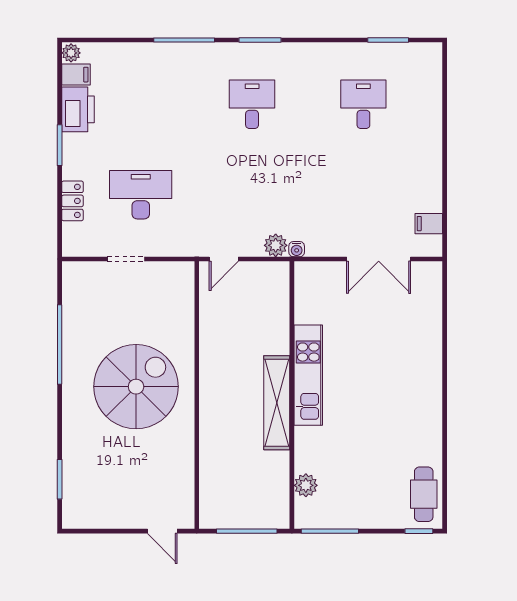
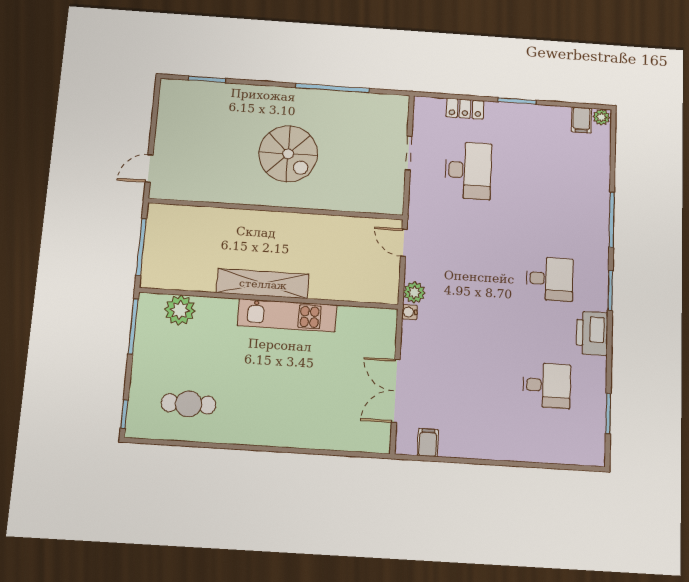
printer: (78, 109) -> (592, 333), moved, turned 90
spiral stairs: (136, 387) -> (288, 154), width x0.73, depth x0.73
plant: (306, 485) -> (180, 310), width x1.36, depth x1.36
cafe table: (424, 494) -> (189, 404), moved

